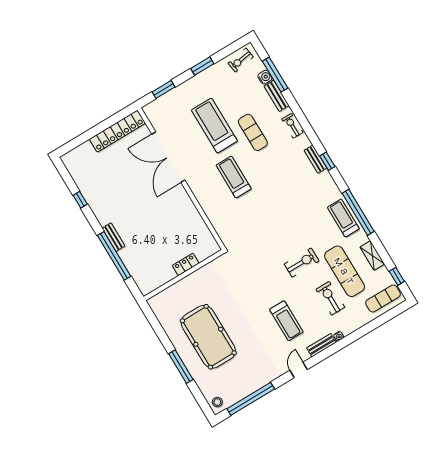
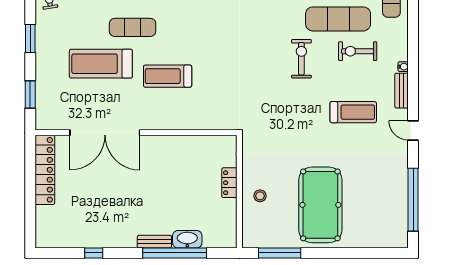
washbasin: (129, 259) -> (187, 239), added
pool table: (208, 337) -> (320, 205), turned 90
window: (181, 367) -> (280, 253), moved
stool: (217, 402) -> (260, 196), moved

